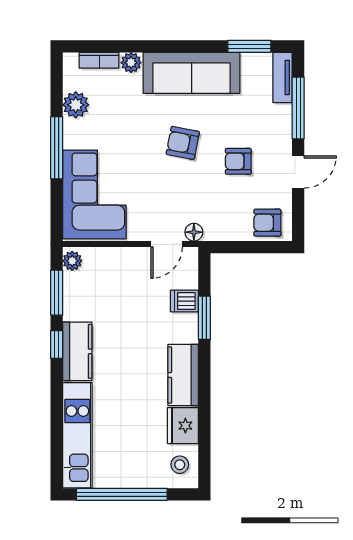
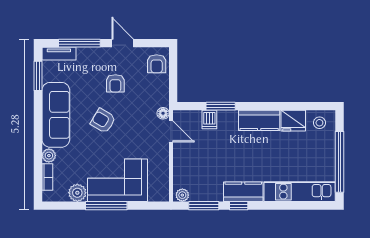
armchair: (183, 143) -> (103, 121), turned 110
corner sofa: (94, 194) -> (117, 180), moved

